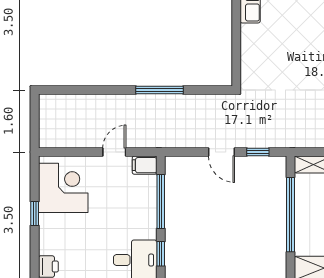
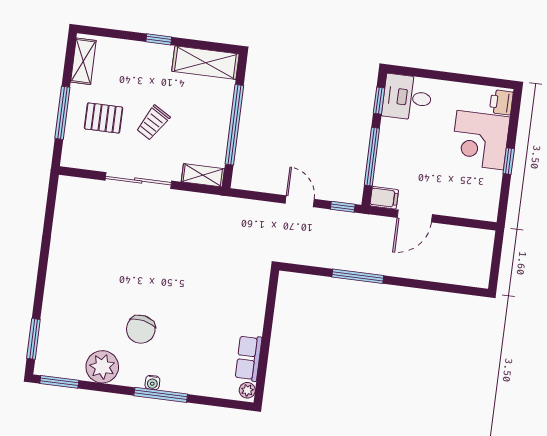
door: (114, 152) -> (415, 216), width x1.38
window: (258, 152) -> (343, 207), moved
corner desk: (63, 188) -> (480, 140), moved

